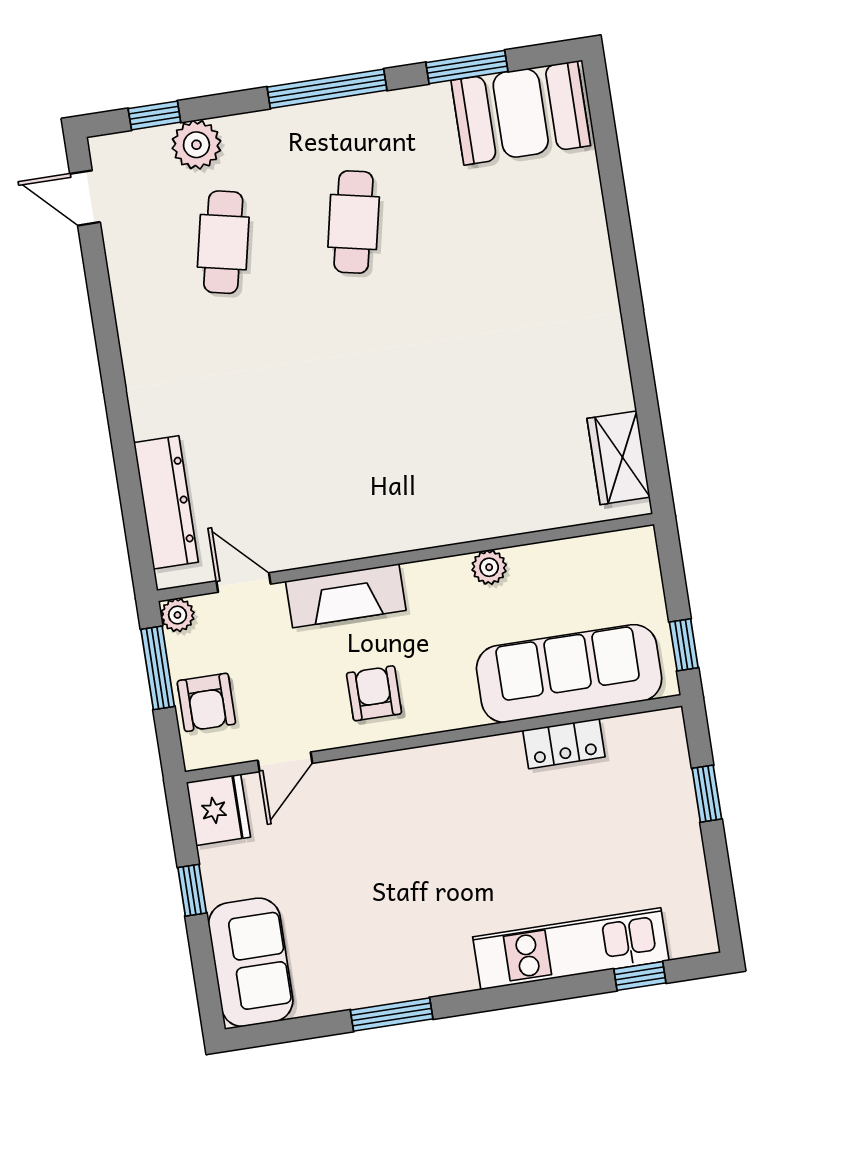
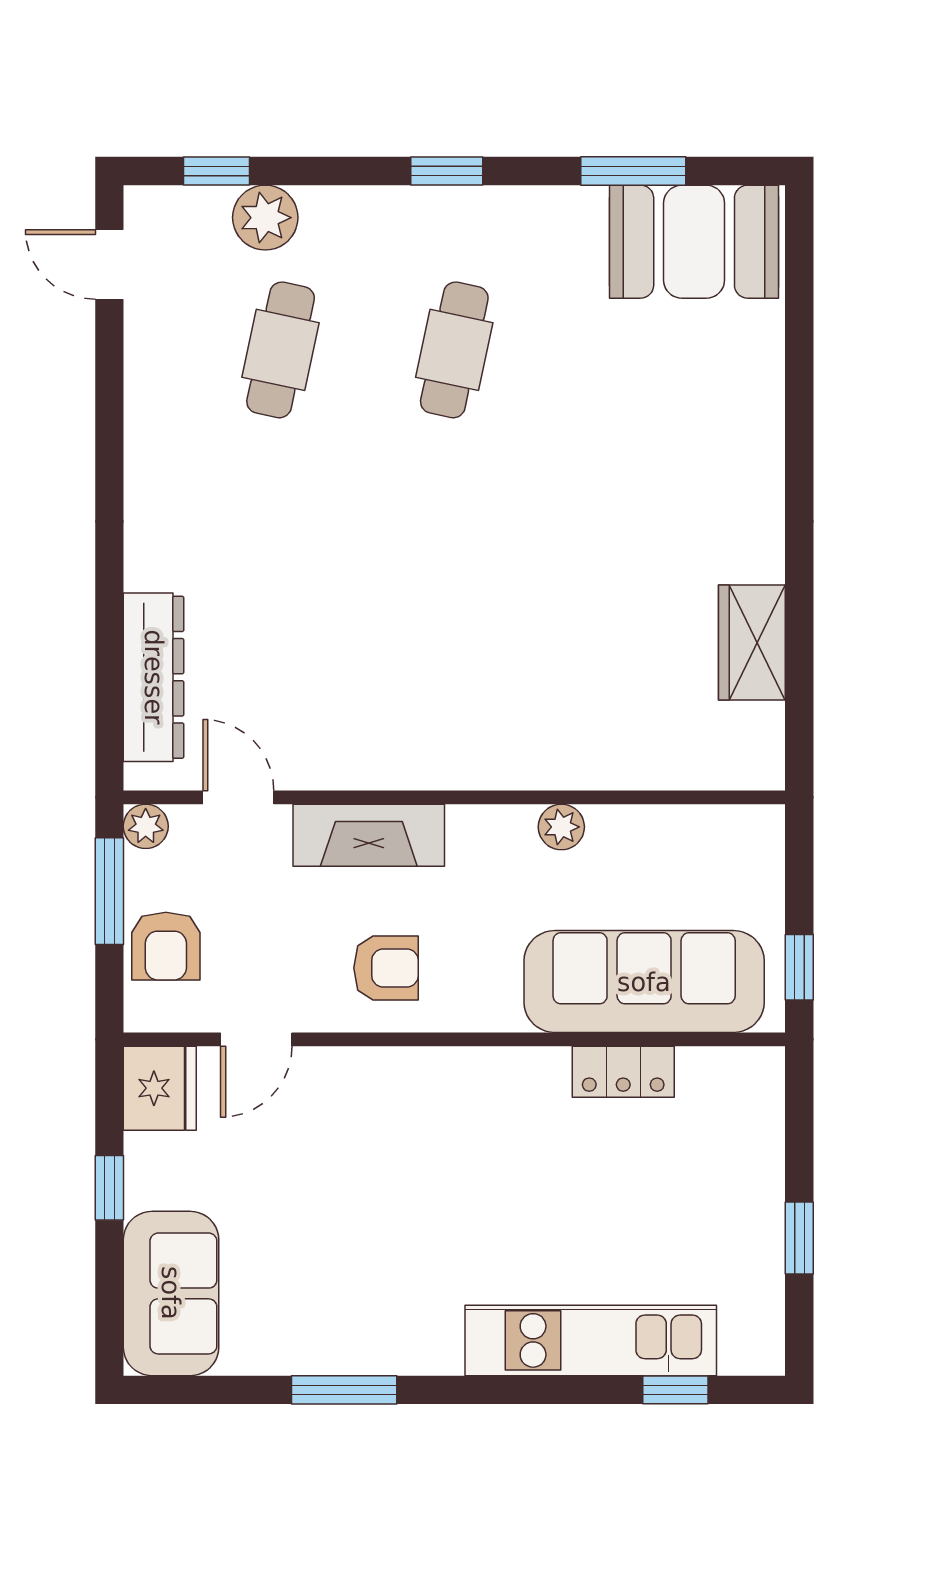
window: (327, 89) -> (447, 171), width x0.46
wardrobe: (618, 458) -> (752, 643), moved
armchair: (374, 693) -> (386, 968), turned 90
window: (707, 794) -> (799, 1238), moved

